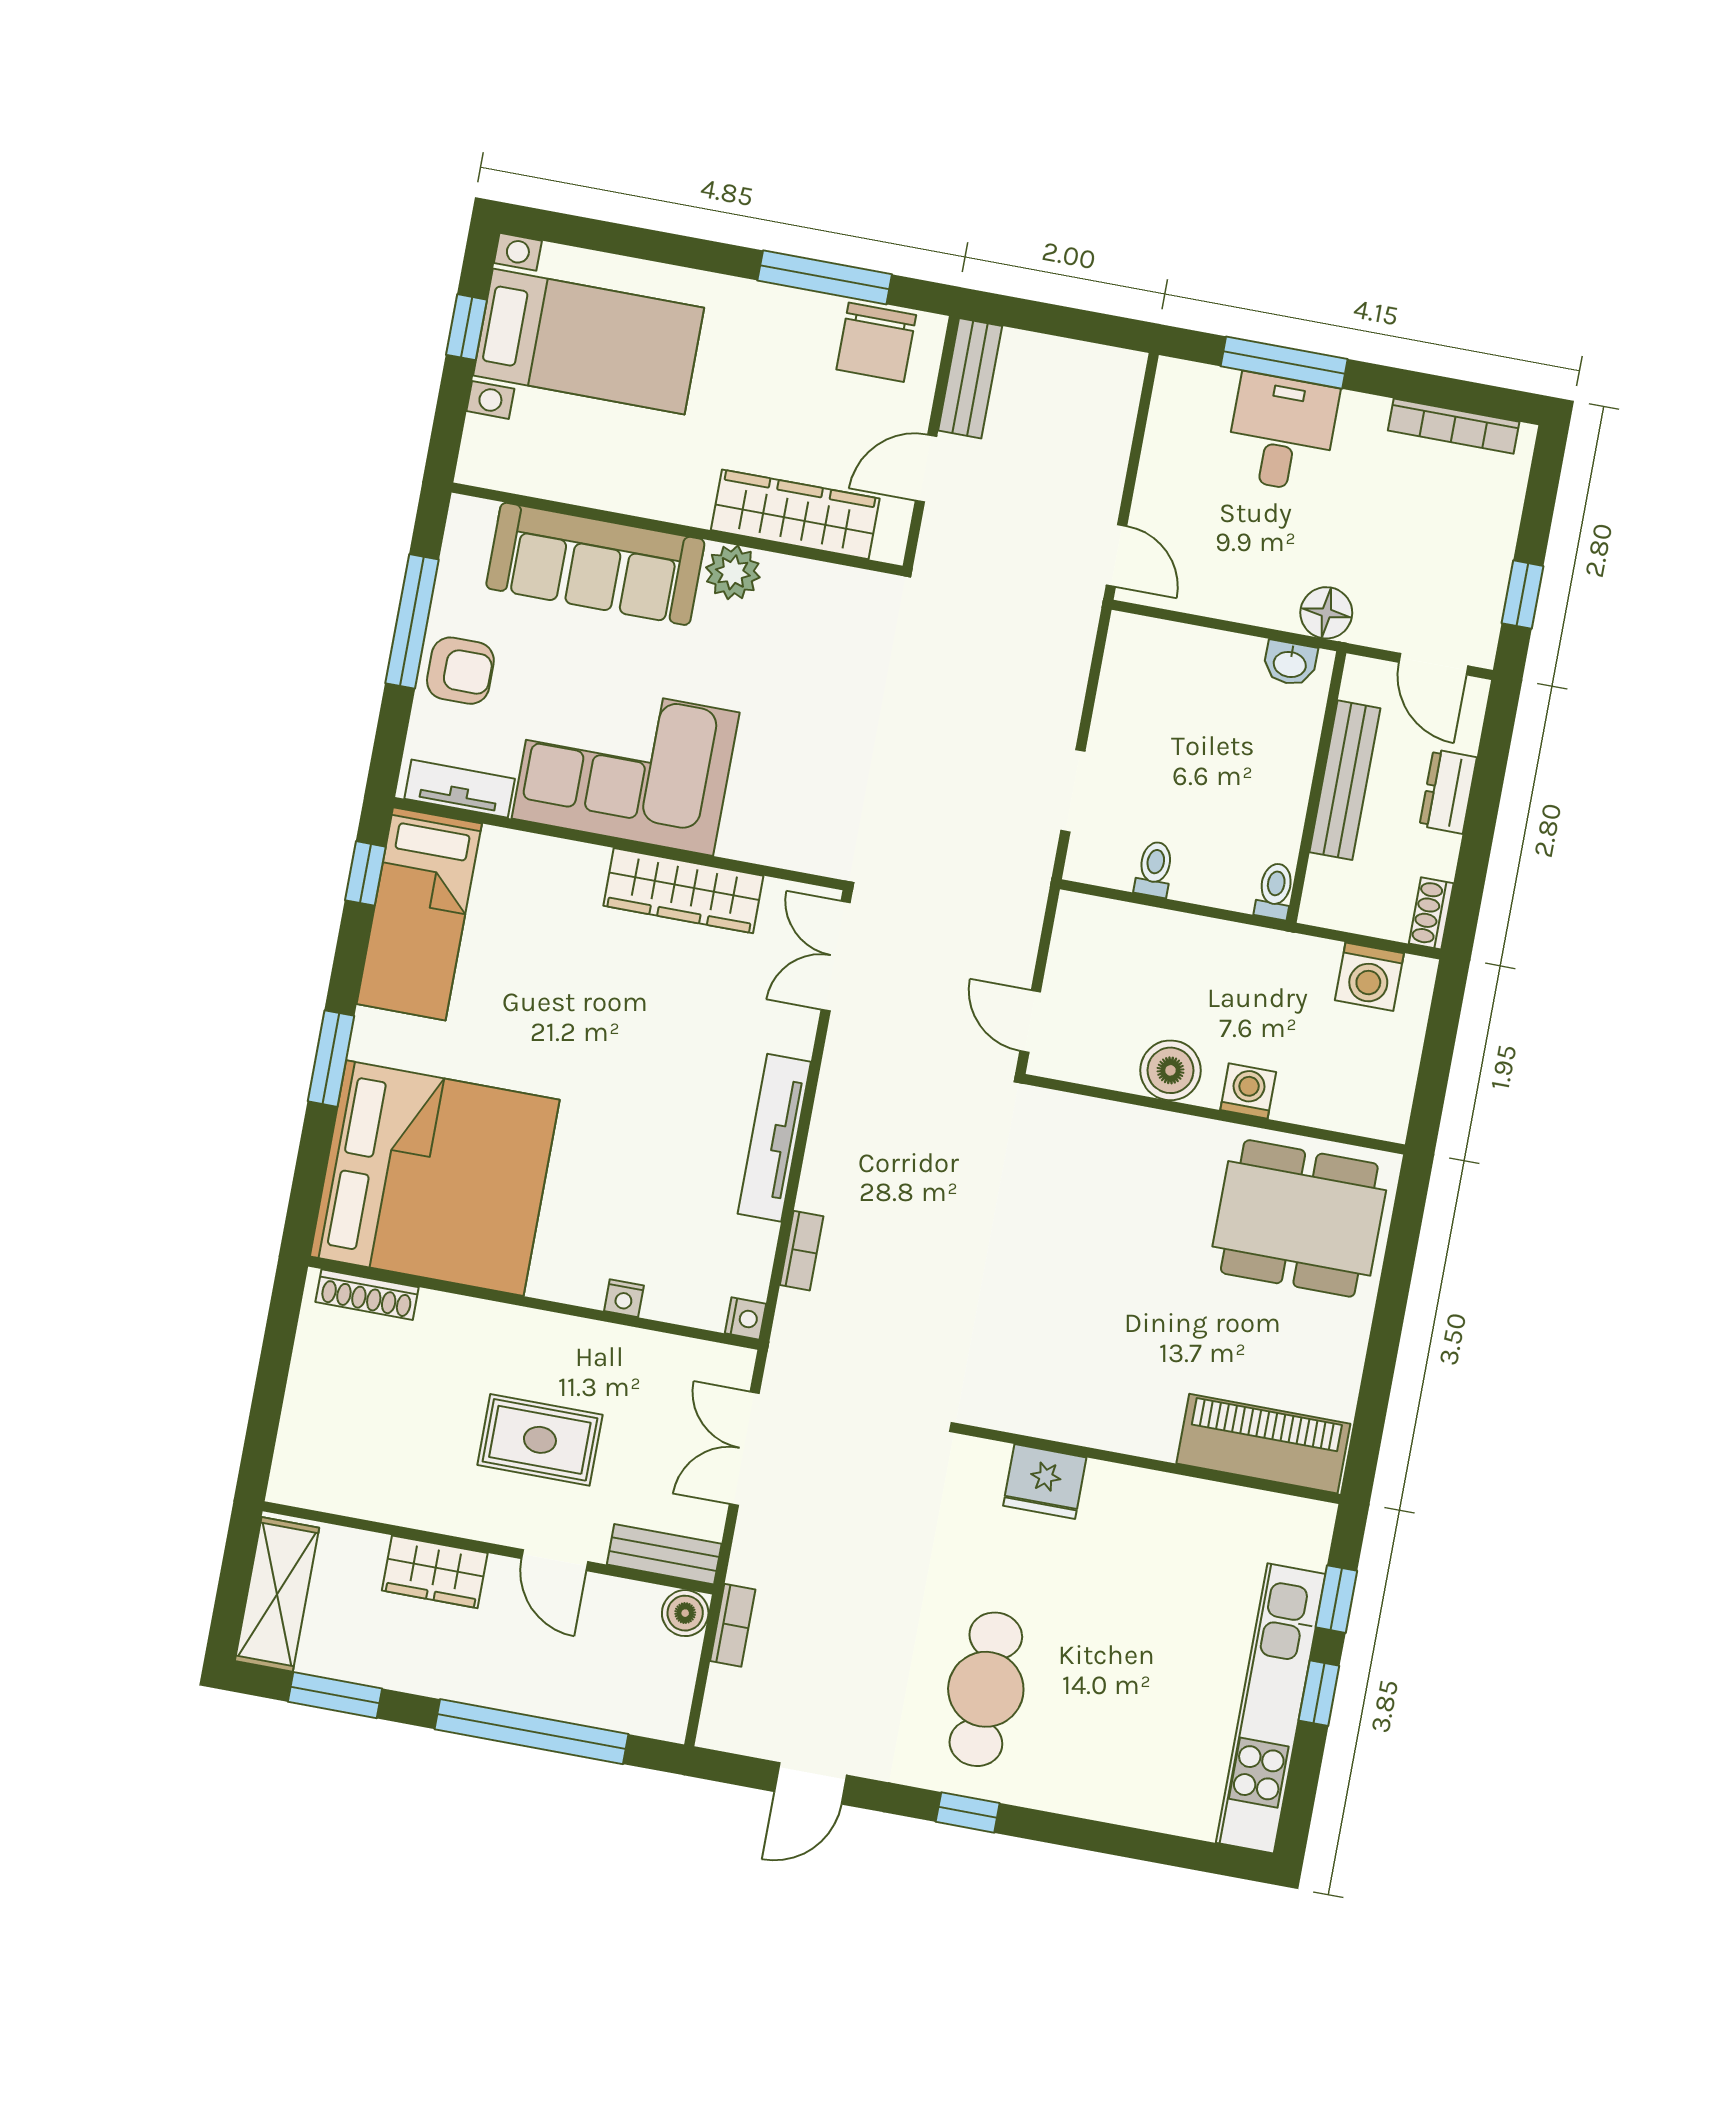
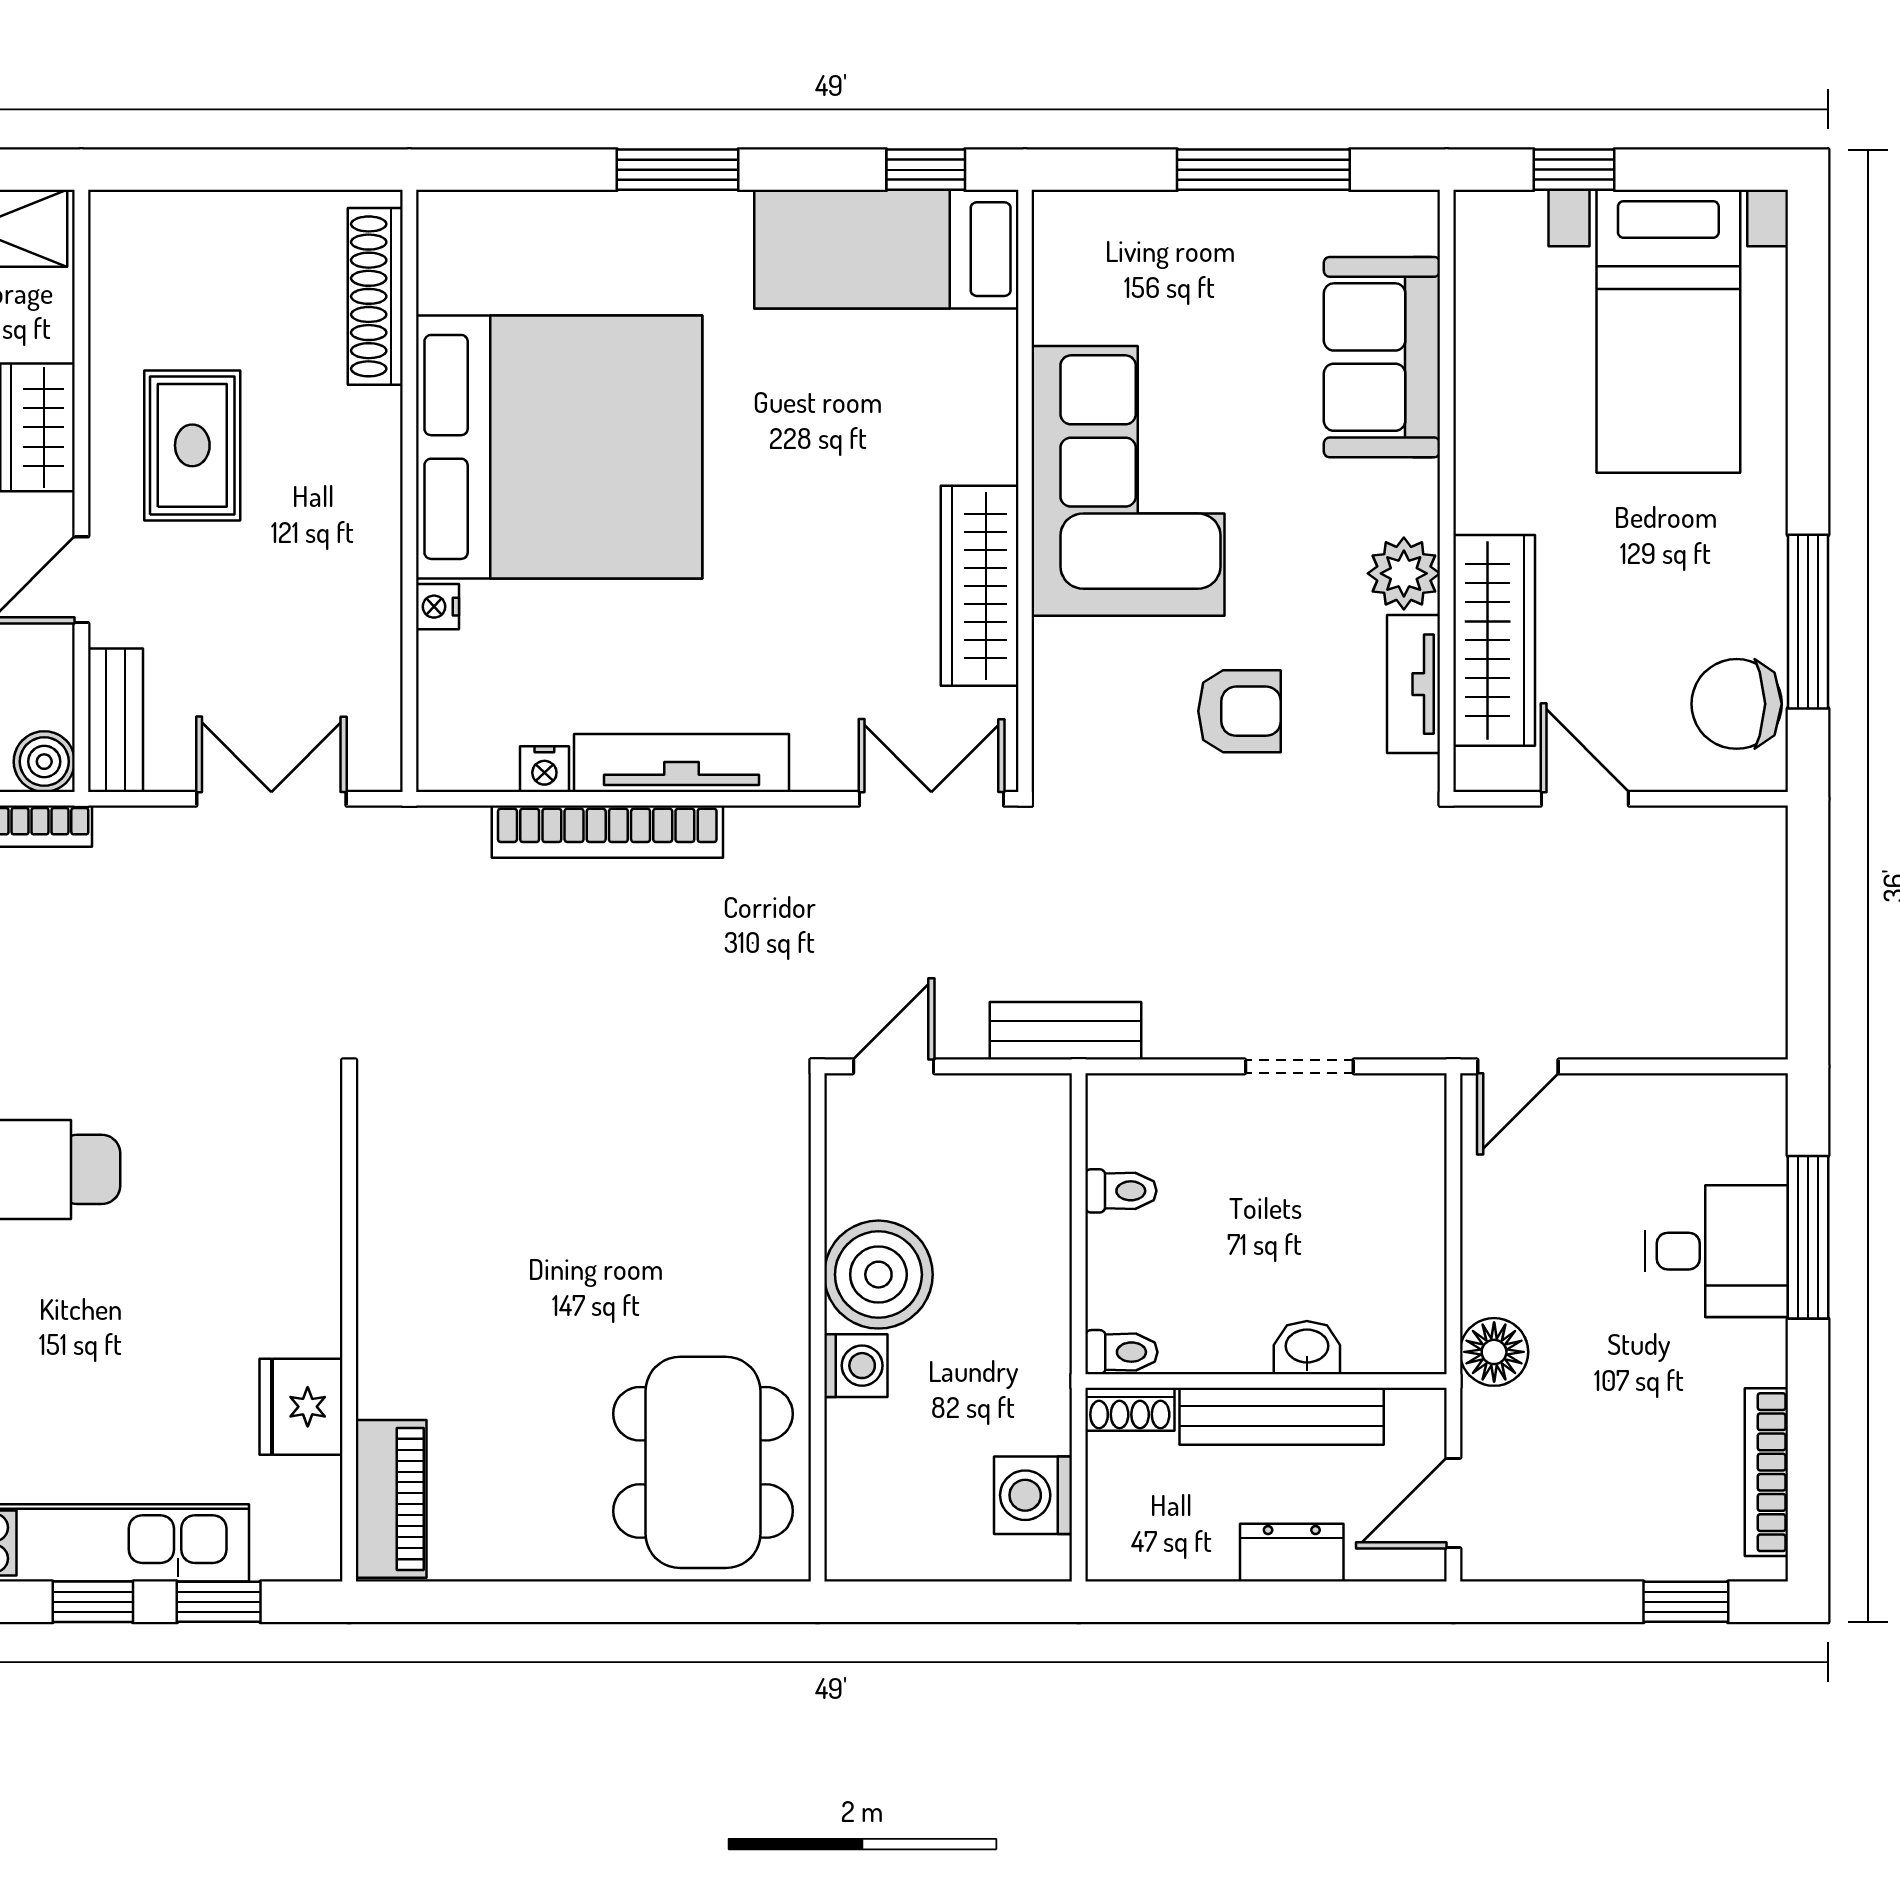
window: (467, 327) -> (1574, 170), moved
bench: (970, 378) -> (1065, 1031), moved
sofa: (595, 564) -> (1382, 357), width x0.73
window: (1523, 595) -> (1686, 1602), moved
washbasin: (1290, 663) -> (1307, 1348), moved, turned 90
armchair: (460, 671) -> (1240, 711), moved, turned -90
tv unit: (460, 789) -> (1414, 684), moved, turned 180
doorway: (1073, 791) -> (1299, 1066), moved
shoe rack: (1431, 913) -> (1130, 1409), moved, turned 180
boiler: (1170, 1070) -> (878, 1275), width x1.37, depth x1.37
bed: (435, 1178) -> (559, 447), moved, turned -90
bookcase: (802, 1251) -> (607, 832), width x2.31, depth x1.31
shoe rack: (367, 1295) -> (375, 296), width x1.36, depth x1.24
nightstand: (746, 1318) -> (544, 769), moved
rug: (540, 1440) -> (192, 445), moved
piano: (1263, 1444) -> (391, 1499), width x0.73, depth x0.75
fridge: (1045, 1482) -> (301, 1407), moved

